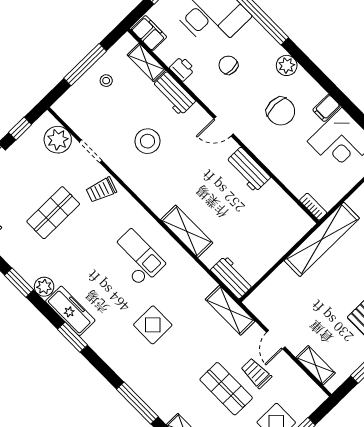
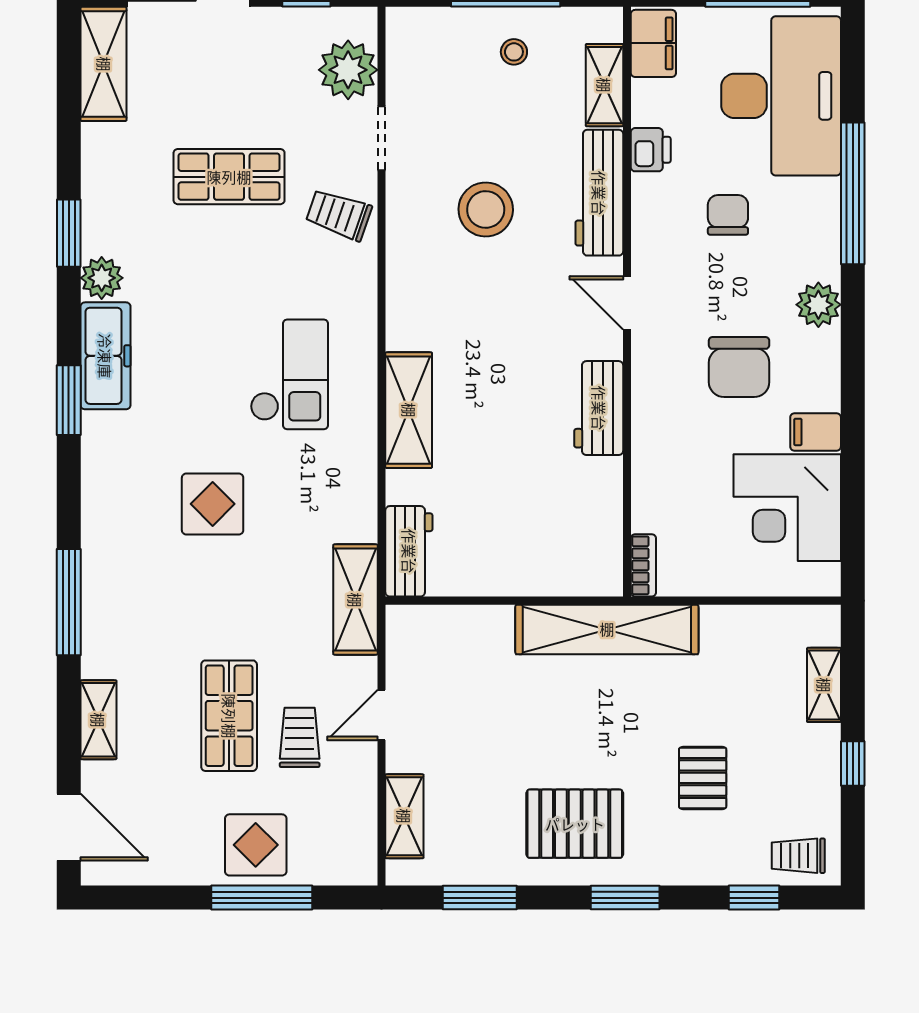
workbench: (174, 94) -> (599, 193), width x1.38

